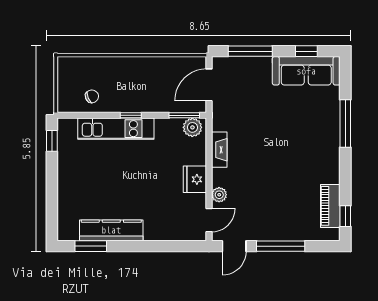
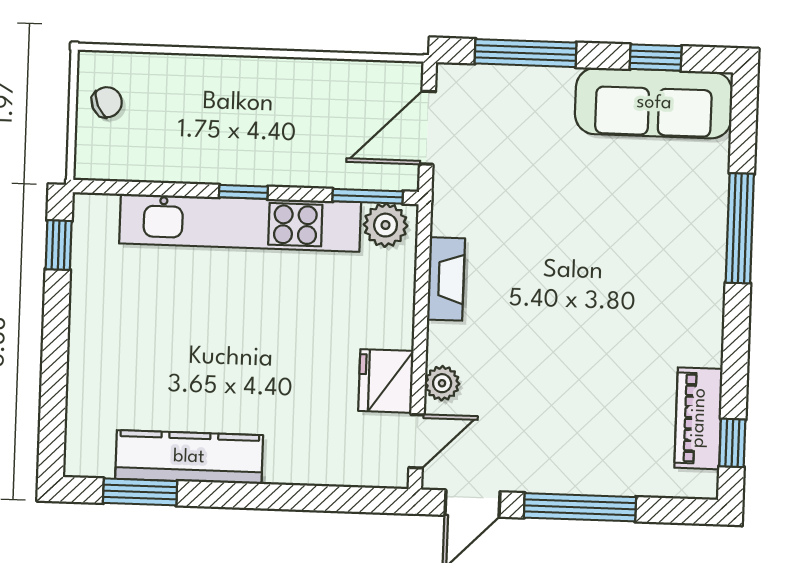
chair: (92, 96) -> (107, 102), moved
kitchen unit: (116, 129) -> (240, 223), width x1.36
fridge: (195, 179) -> (386, 381), moved

